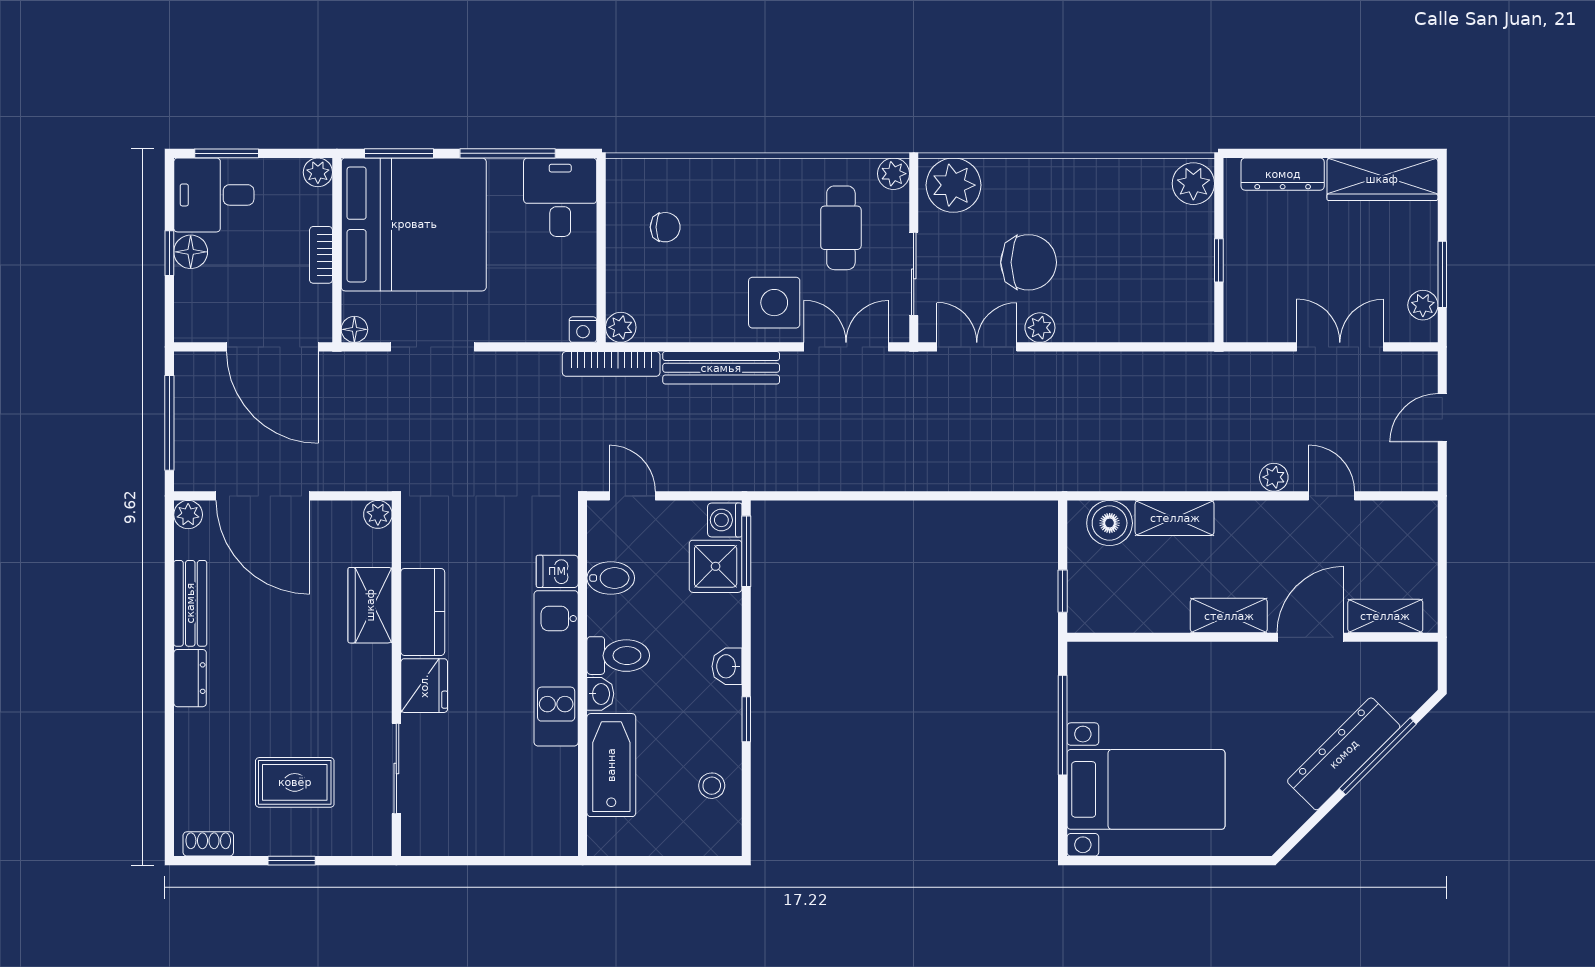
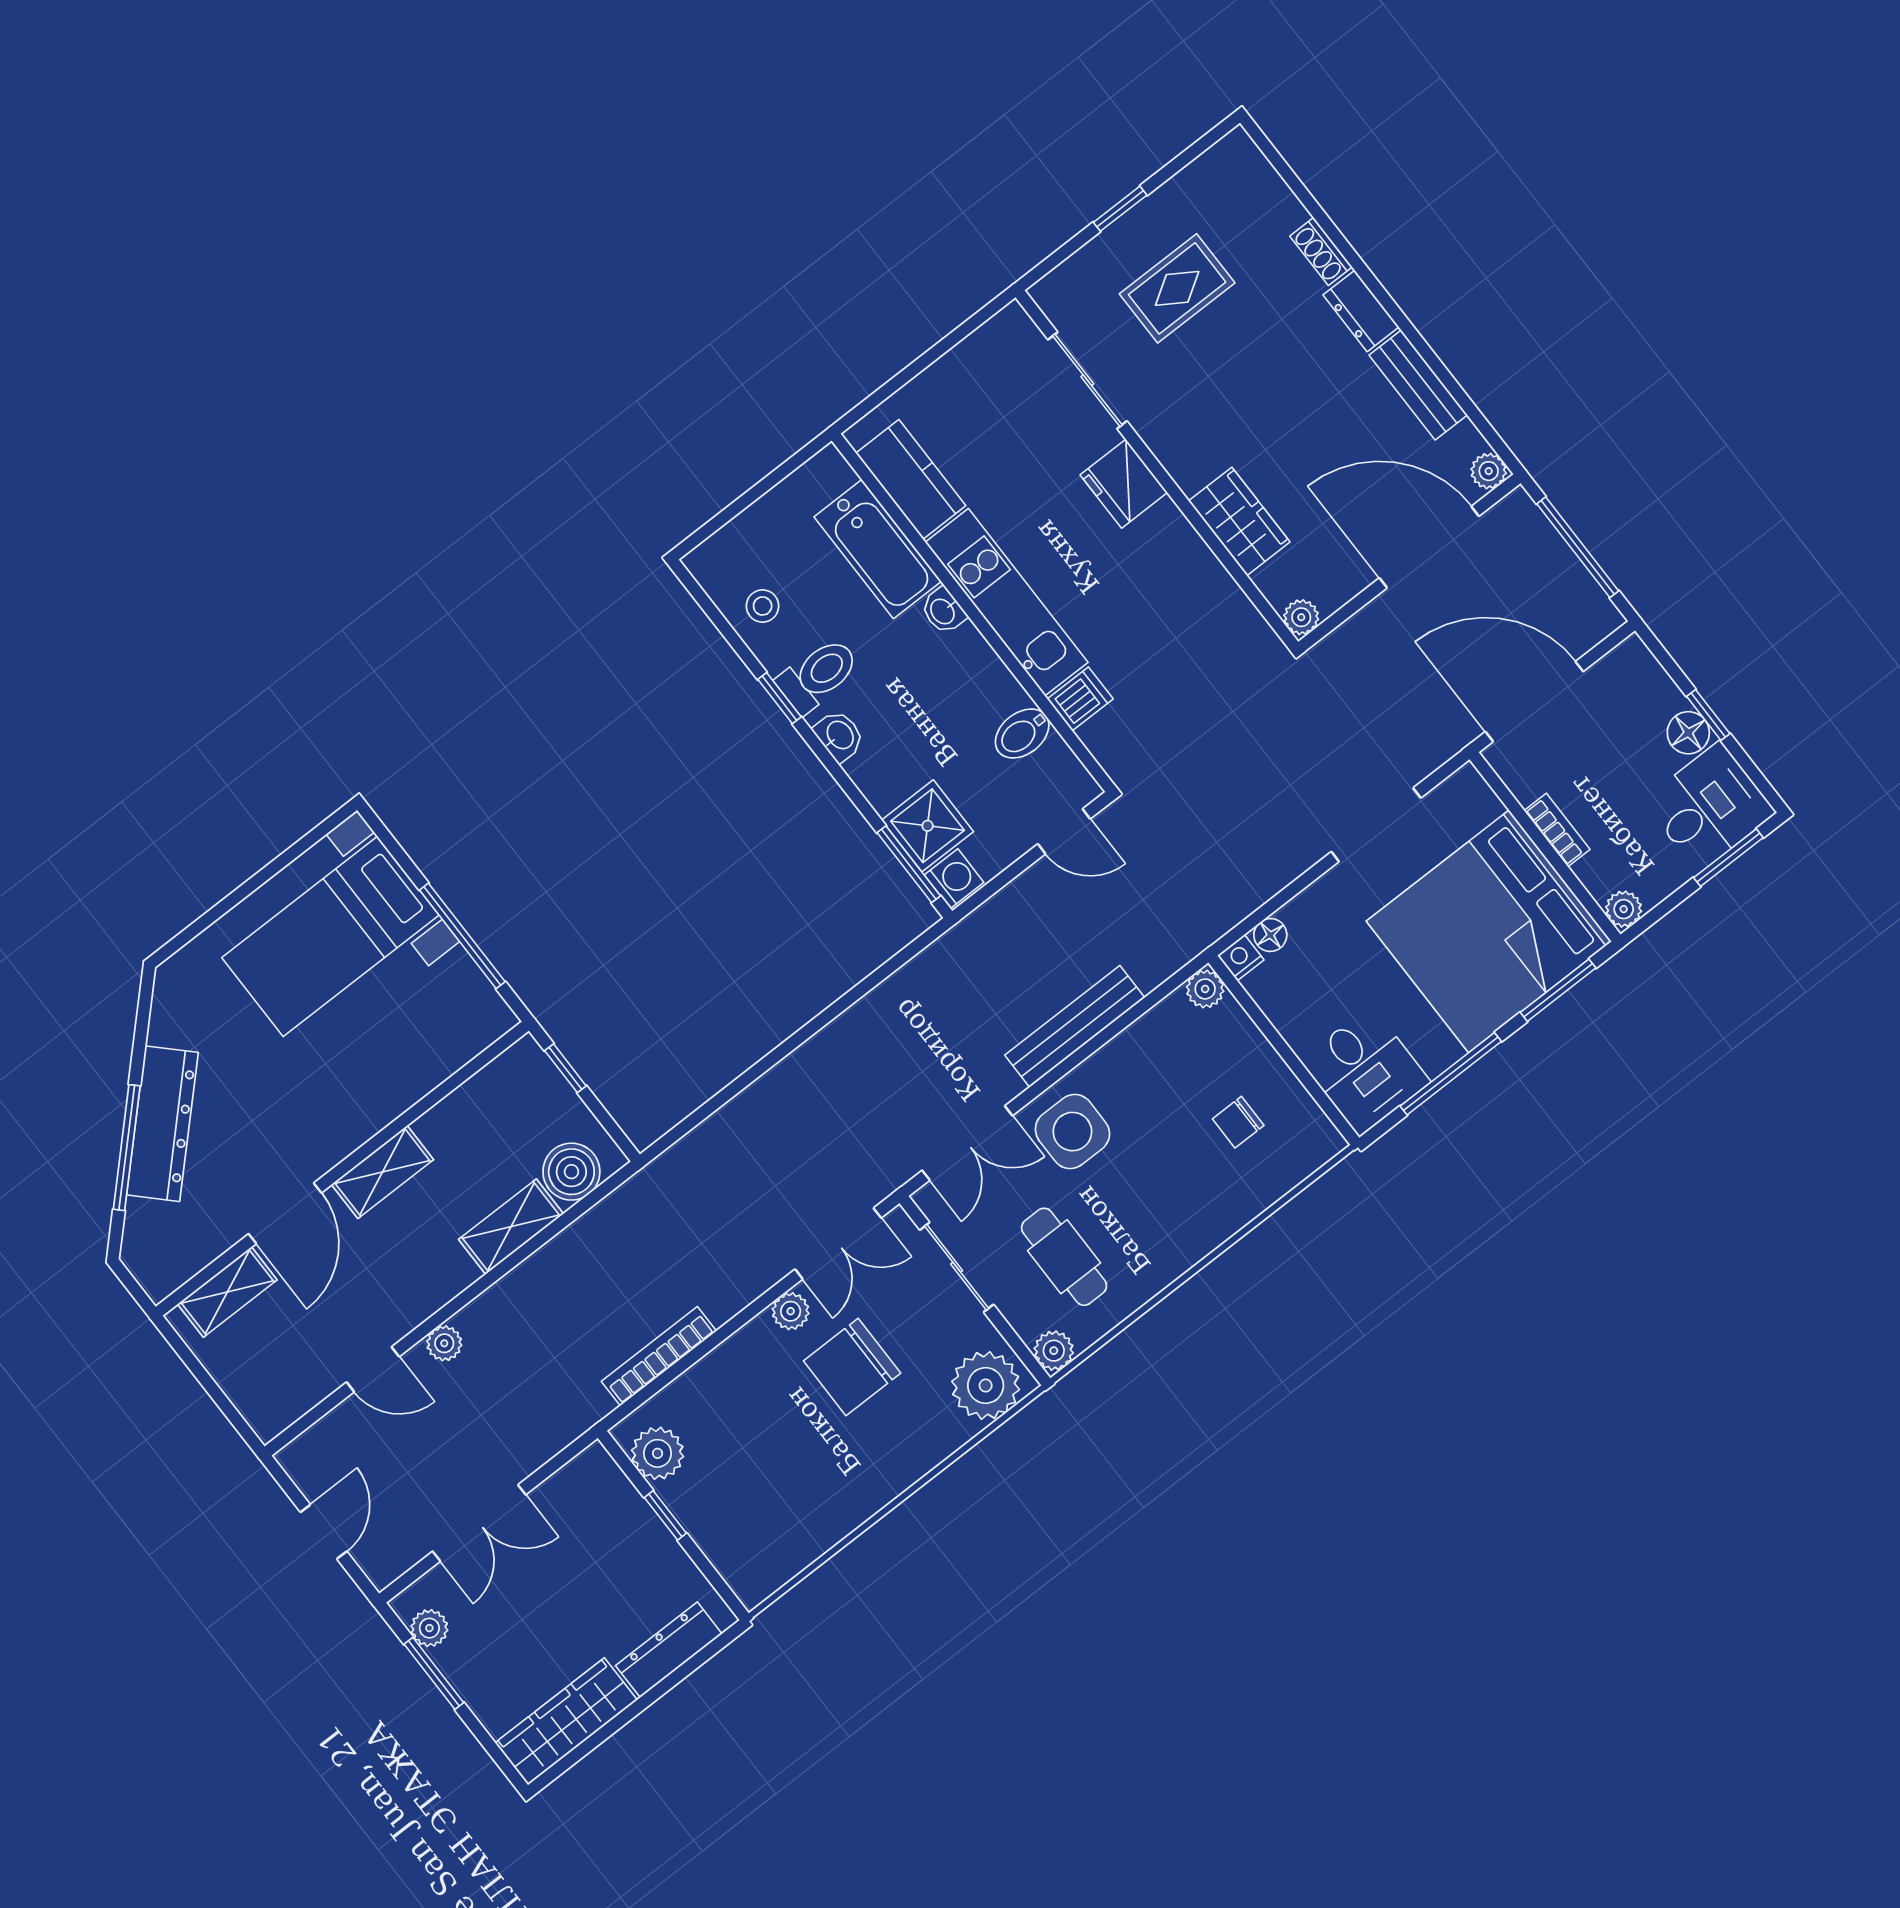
plant: (1193, 184) -> (658, 1453), moved
floor lamp: (354, 329) -> (1270, 935), moved
bookcase: (611, 364) -> (659, 1356), moved
kitchen counter: (423, 612) -> (911, 479), moved, turned 180
toilet: (618, 656) -> (818, 675), moved, turned 180
shoe rack: (208, 844) -> (1321, 251), moved, turned 90

